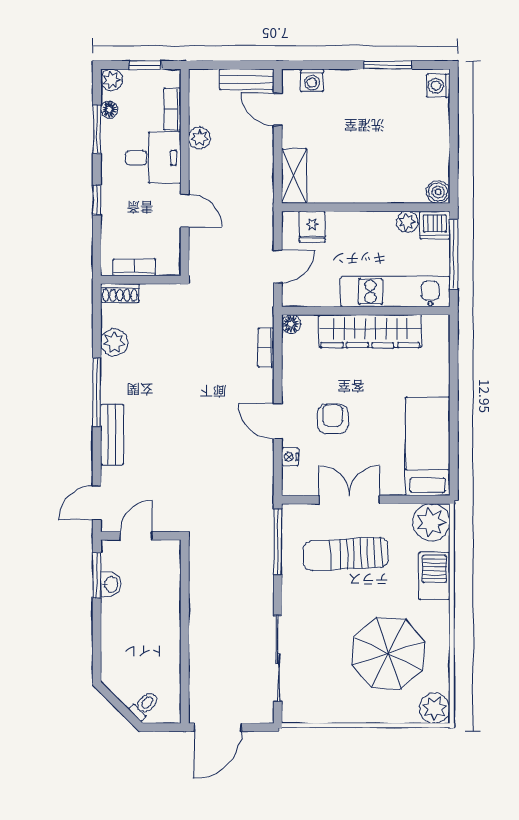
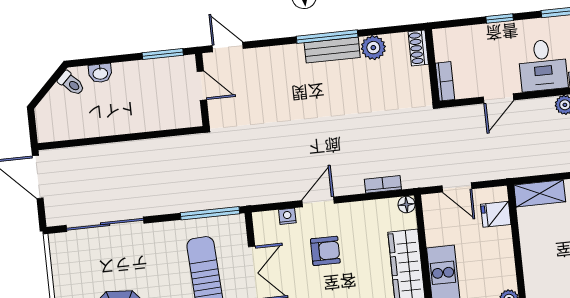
bookcase: (134, 267) -> (445, 81), moved
bench: (112, 434) -> (332, 50), moved
washbasin: (111, 584) -> (100, 73), moved
toilet: (145, 705) -> (71, 83), moved

